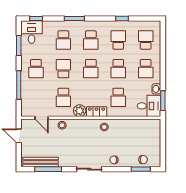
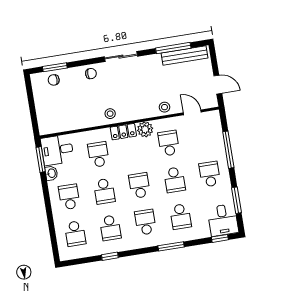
school desk: (63, 40) -> (181, 216), turned 180
school desk: (118, 69) -> (104, 191), turned 180

